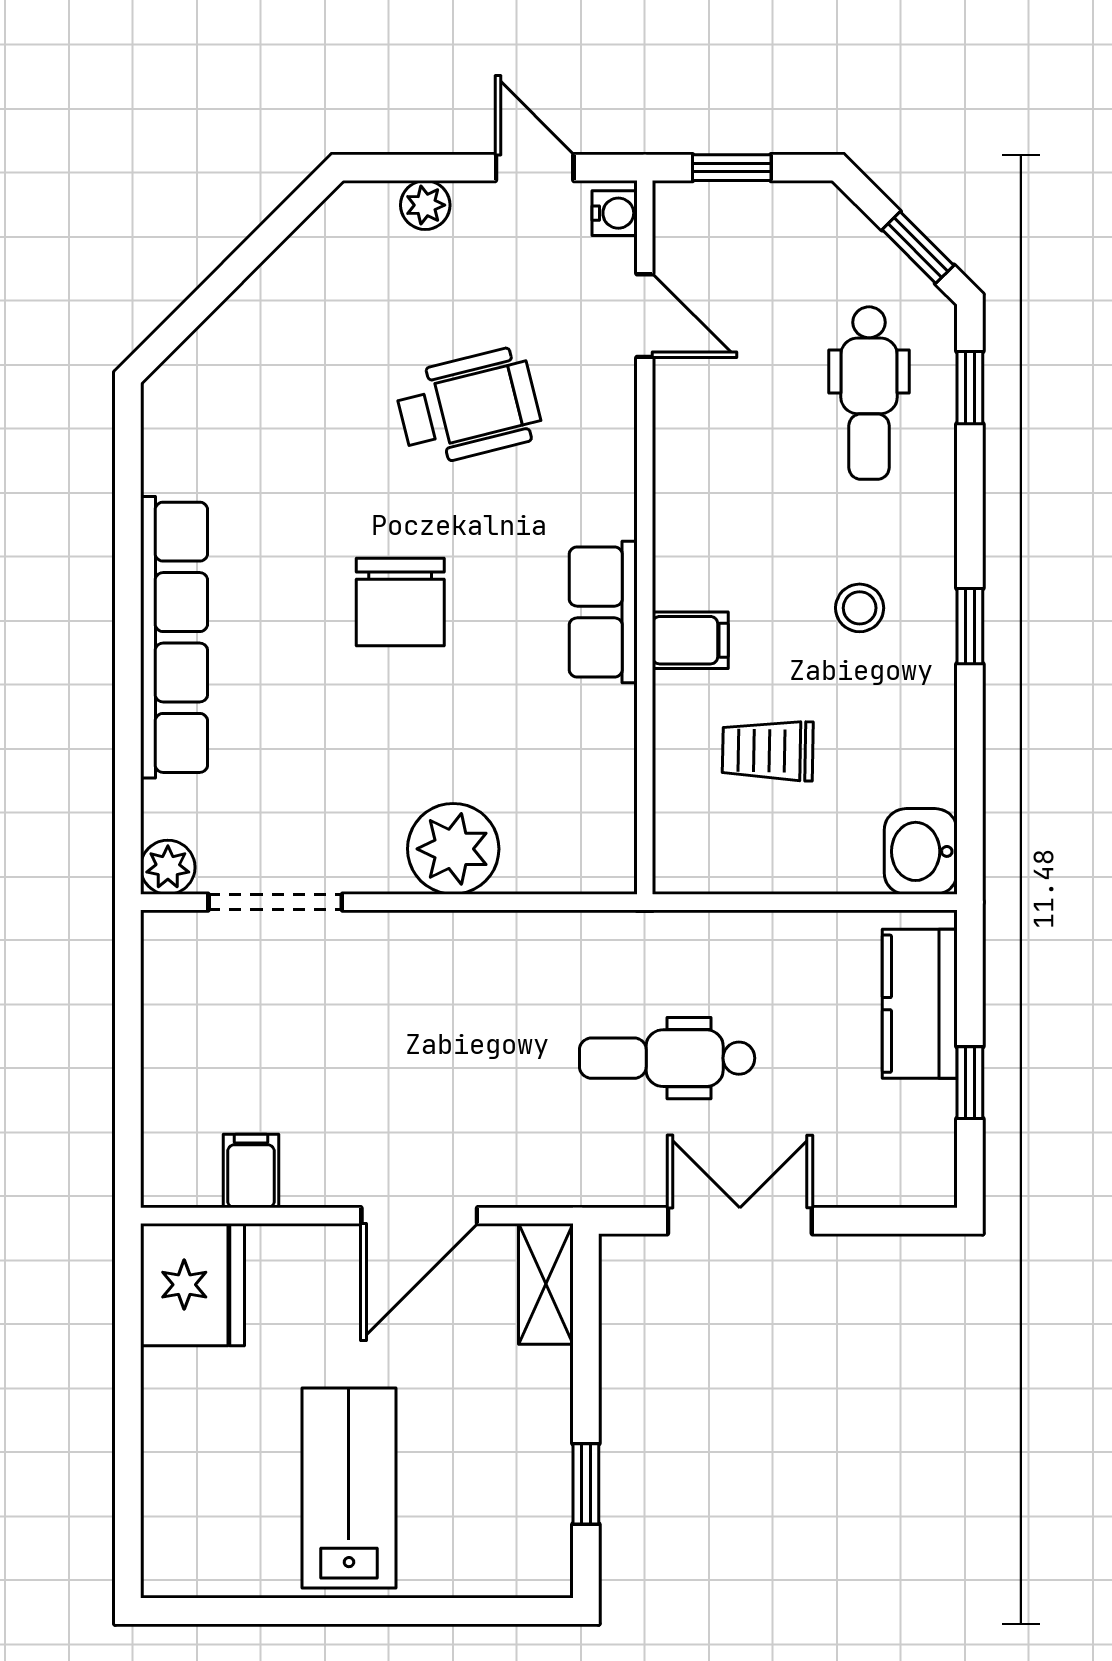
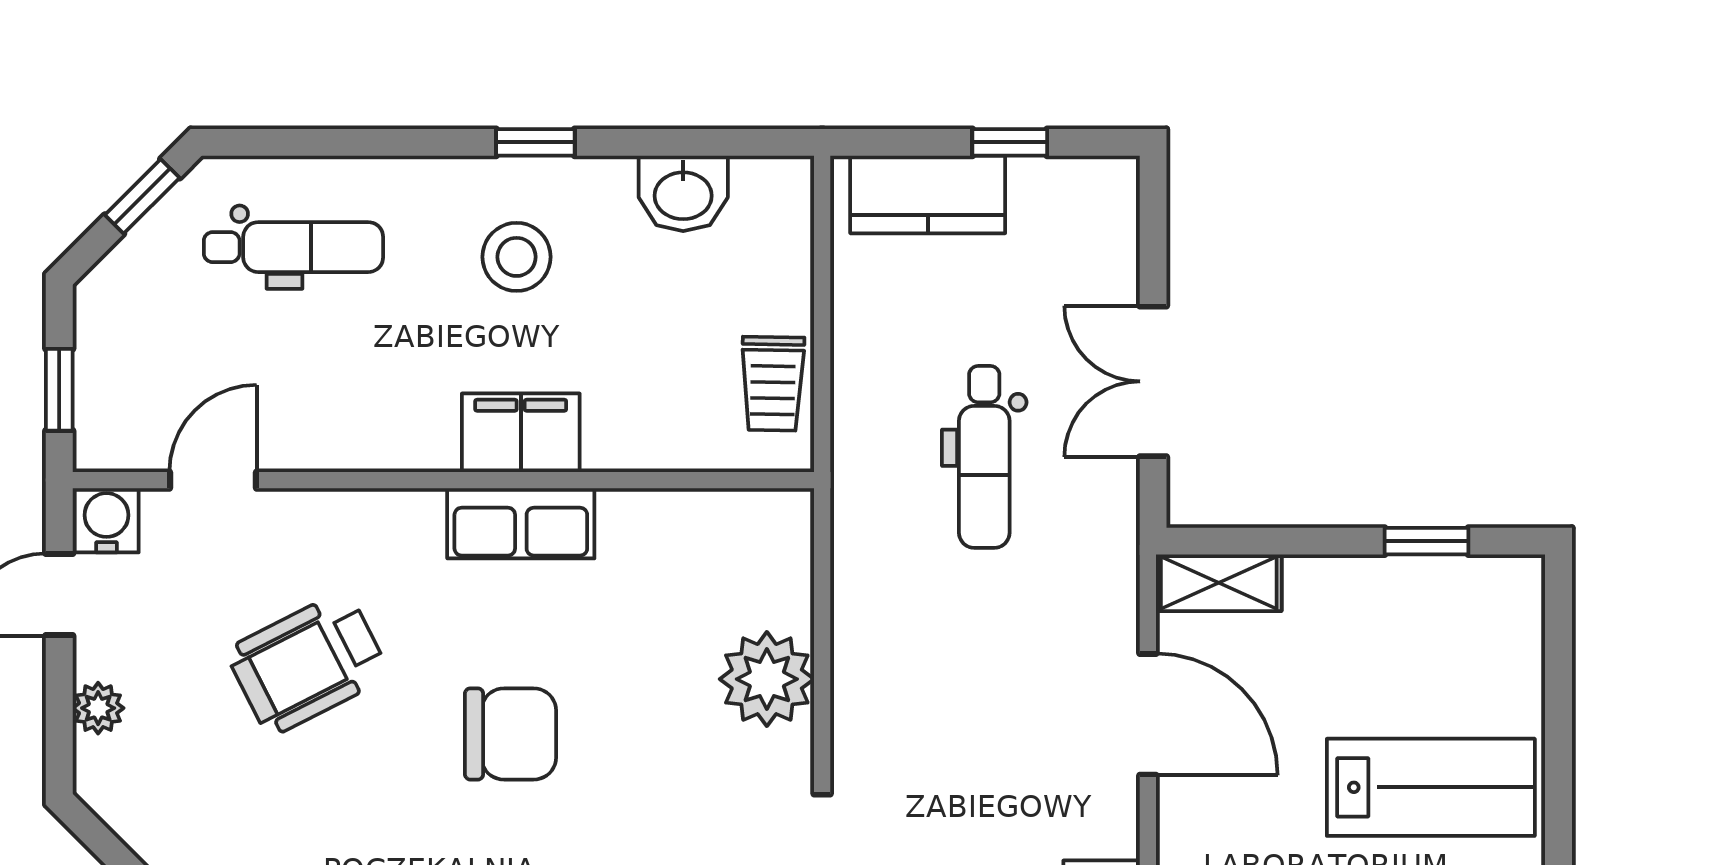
water cooler: (615, 213) -> (106, 520), width x1.38, depth x1.38
window: (970, 388) -> (288, 142), removed
wheelchair: (468, 407) -> (308, 663), turned -103
stool: (860, 608) -> (517, 257), width x1.37, depth x1.37
filing cabinet: (690, 640) -> (521, 433), width x2.00
trolley: (768, 751) -> (773, 384), moved
washbasin: (921, 851) -> (683, 193), moved
lab bench: (349, 1488) -> (1431, 787), turned 180

